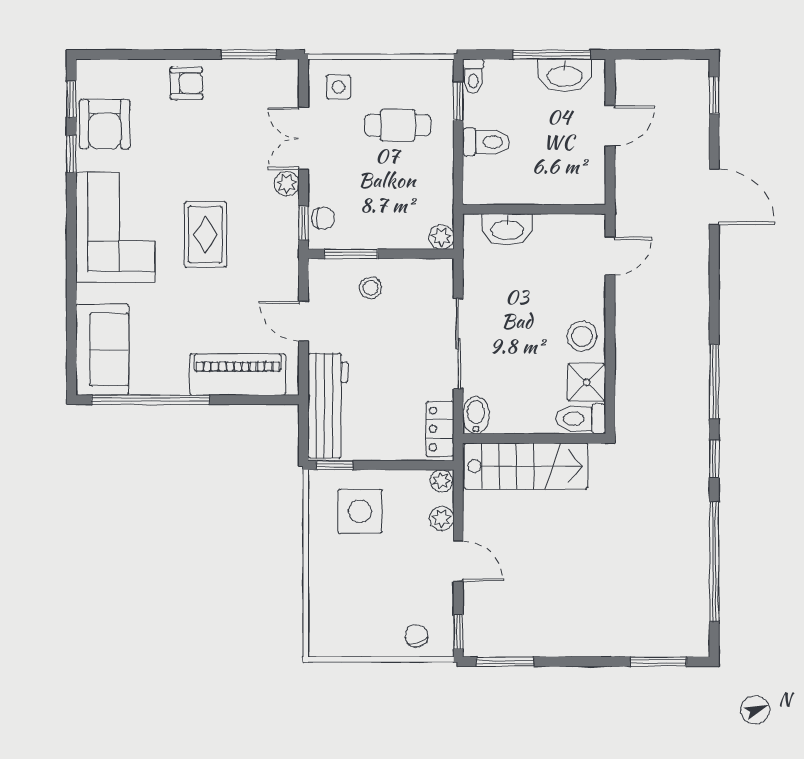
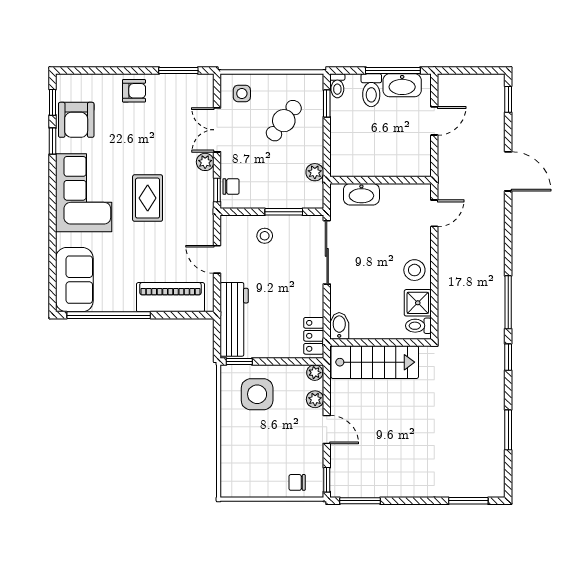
cafe table: (398, 125) -> (284, 121), turned -53
toilet: (486, 142) -> (371, 90), moved, turned 90
plant: (441, 237) -> (315, 172), moved
window: (351, 254) -> (284, 212), moved
sliding door: (458, 344) -> (327, 252), moved
toilet: (581, 419) -> (418, 326), width x0.73, depth x0.72
window: (714, 562) -> (508, 430), width x0.47
chair: (416, 636) -> (297, 482), turned -75

